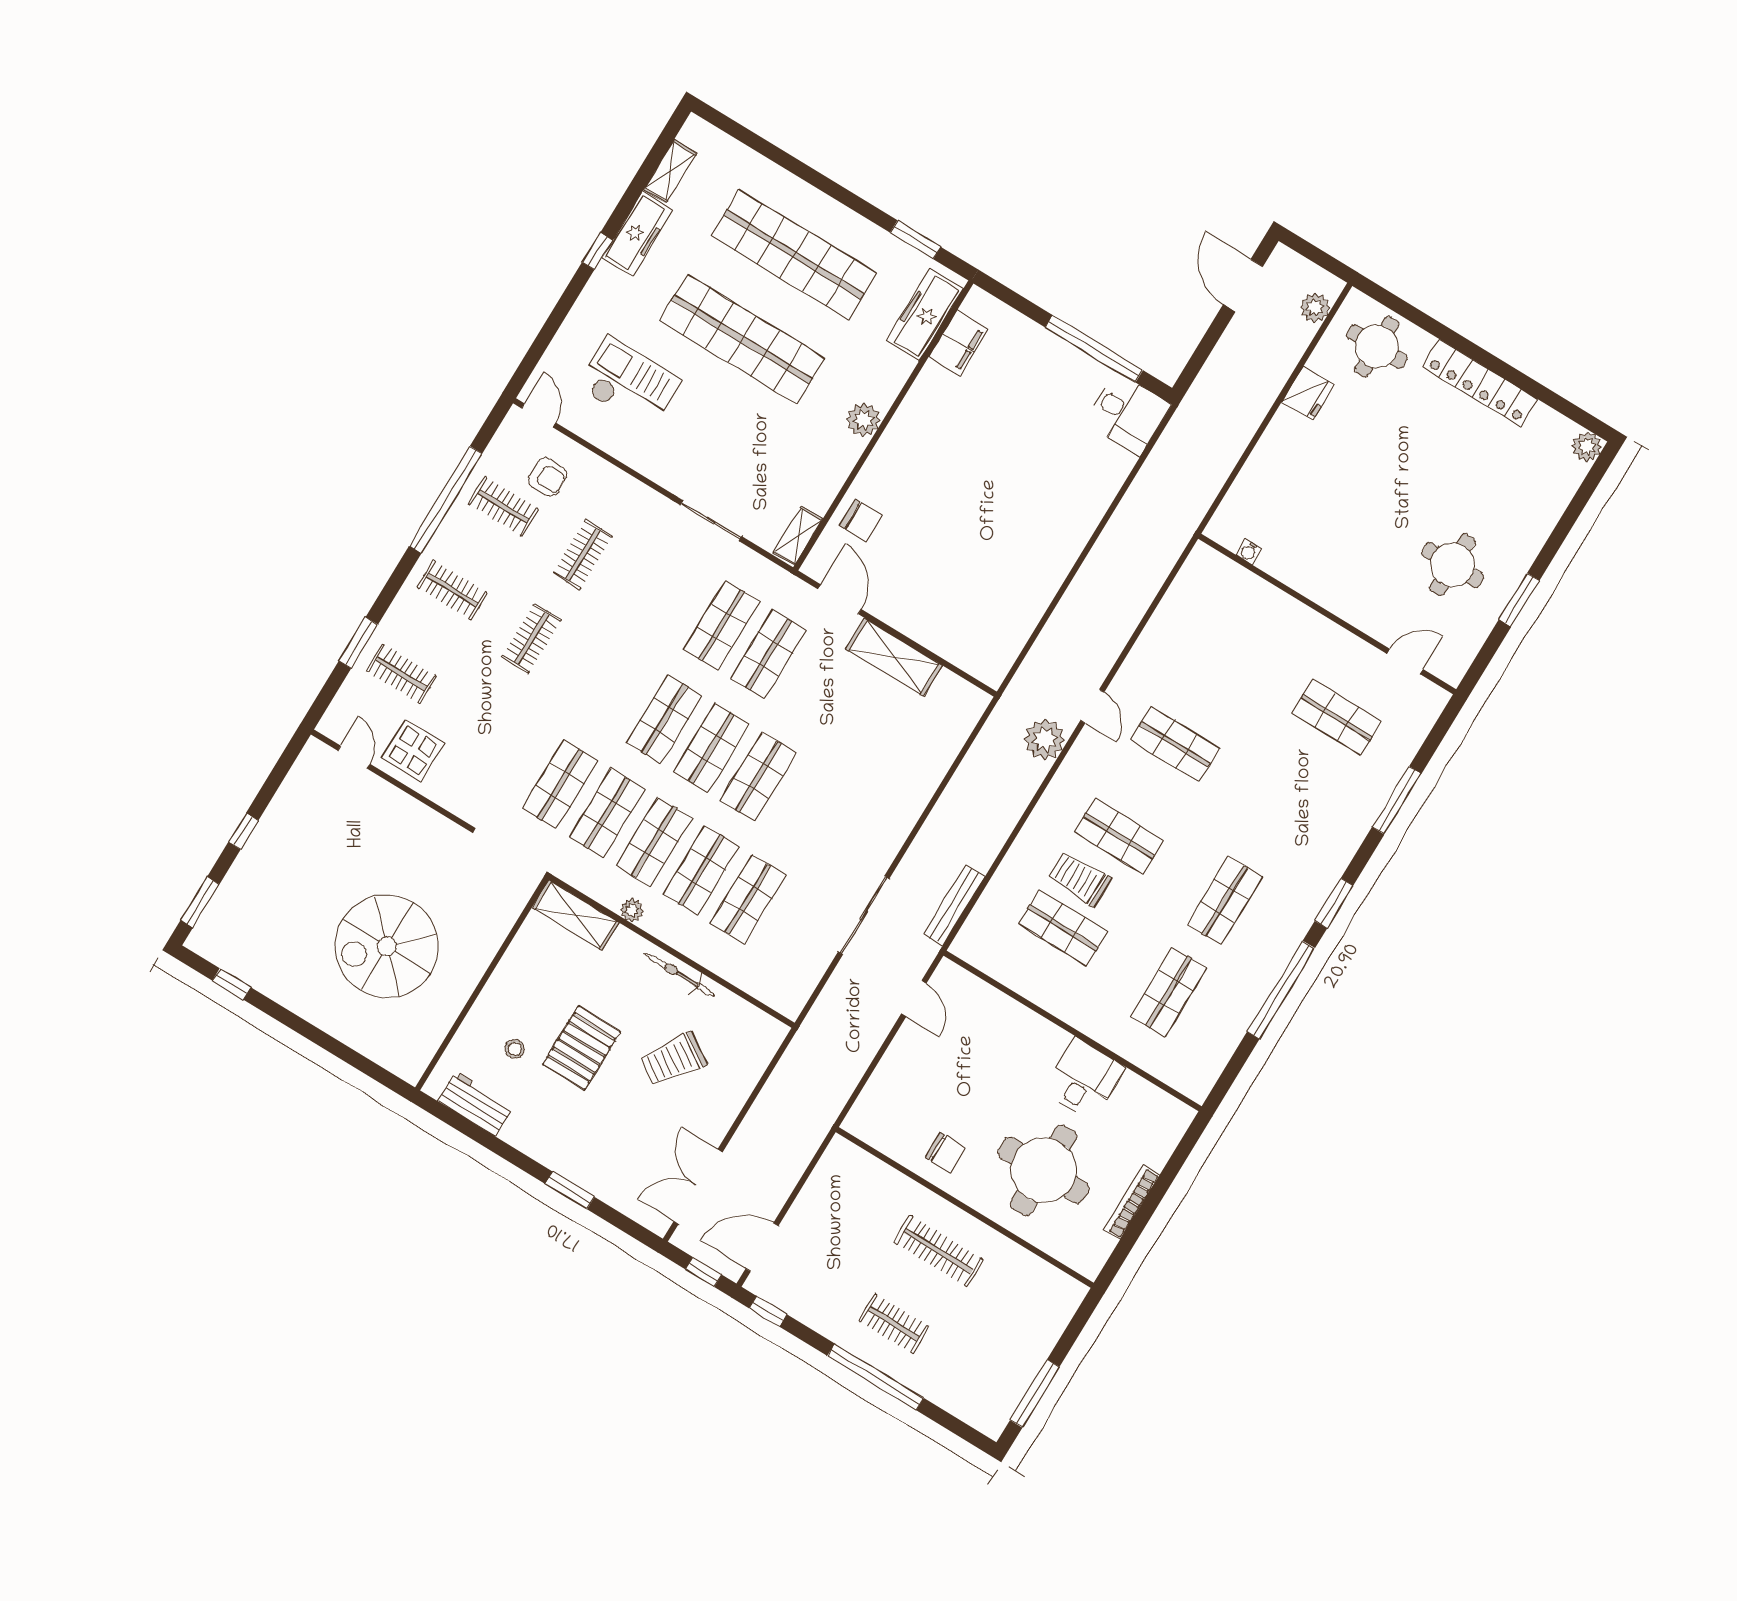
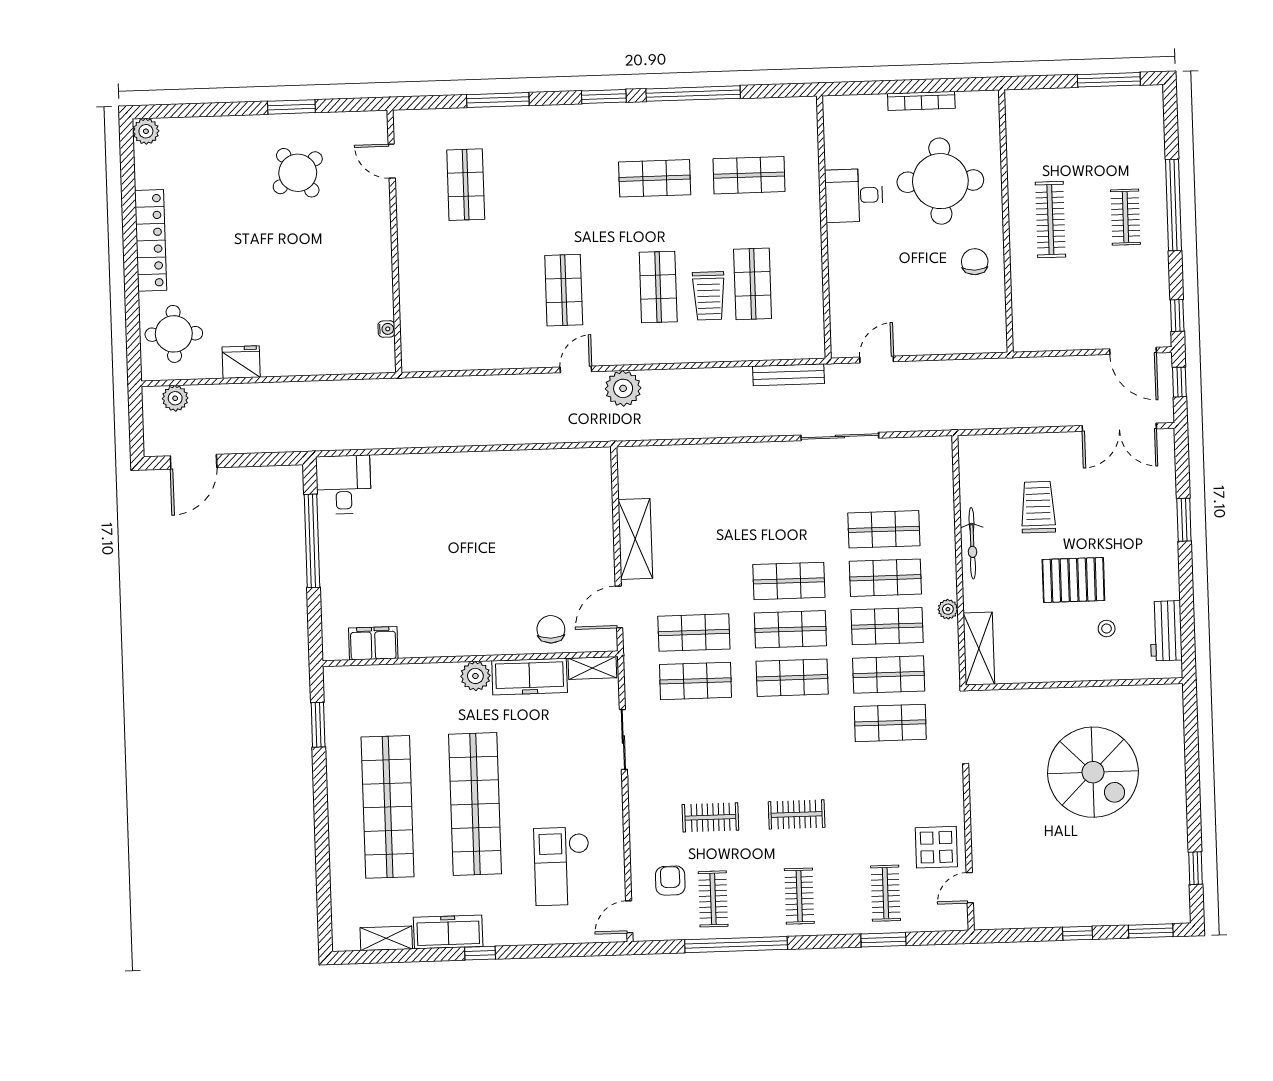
freezer: (924, 315) -> (530, 677), moved
round table: (1453, 565) -> (298, 173), turned -37
trolley: (673, 1060) -> (1038, 507), turned -124

